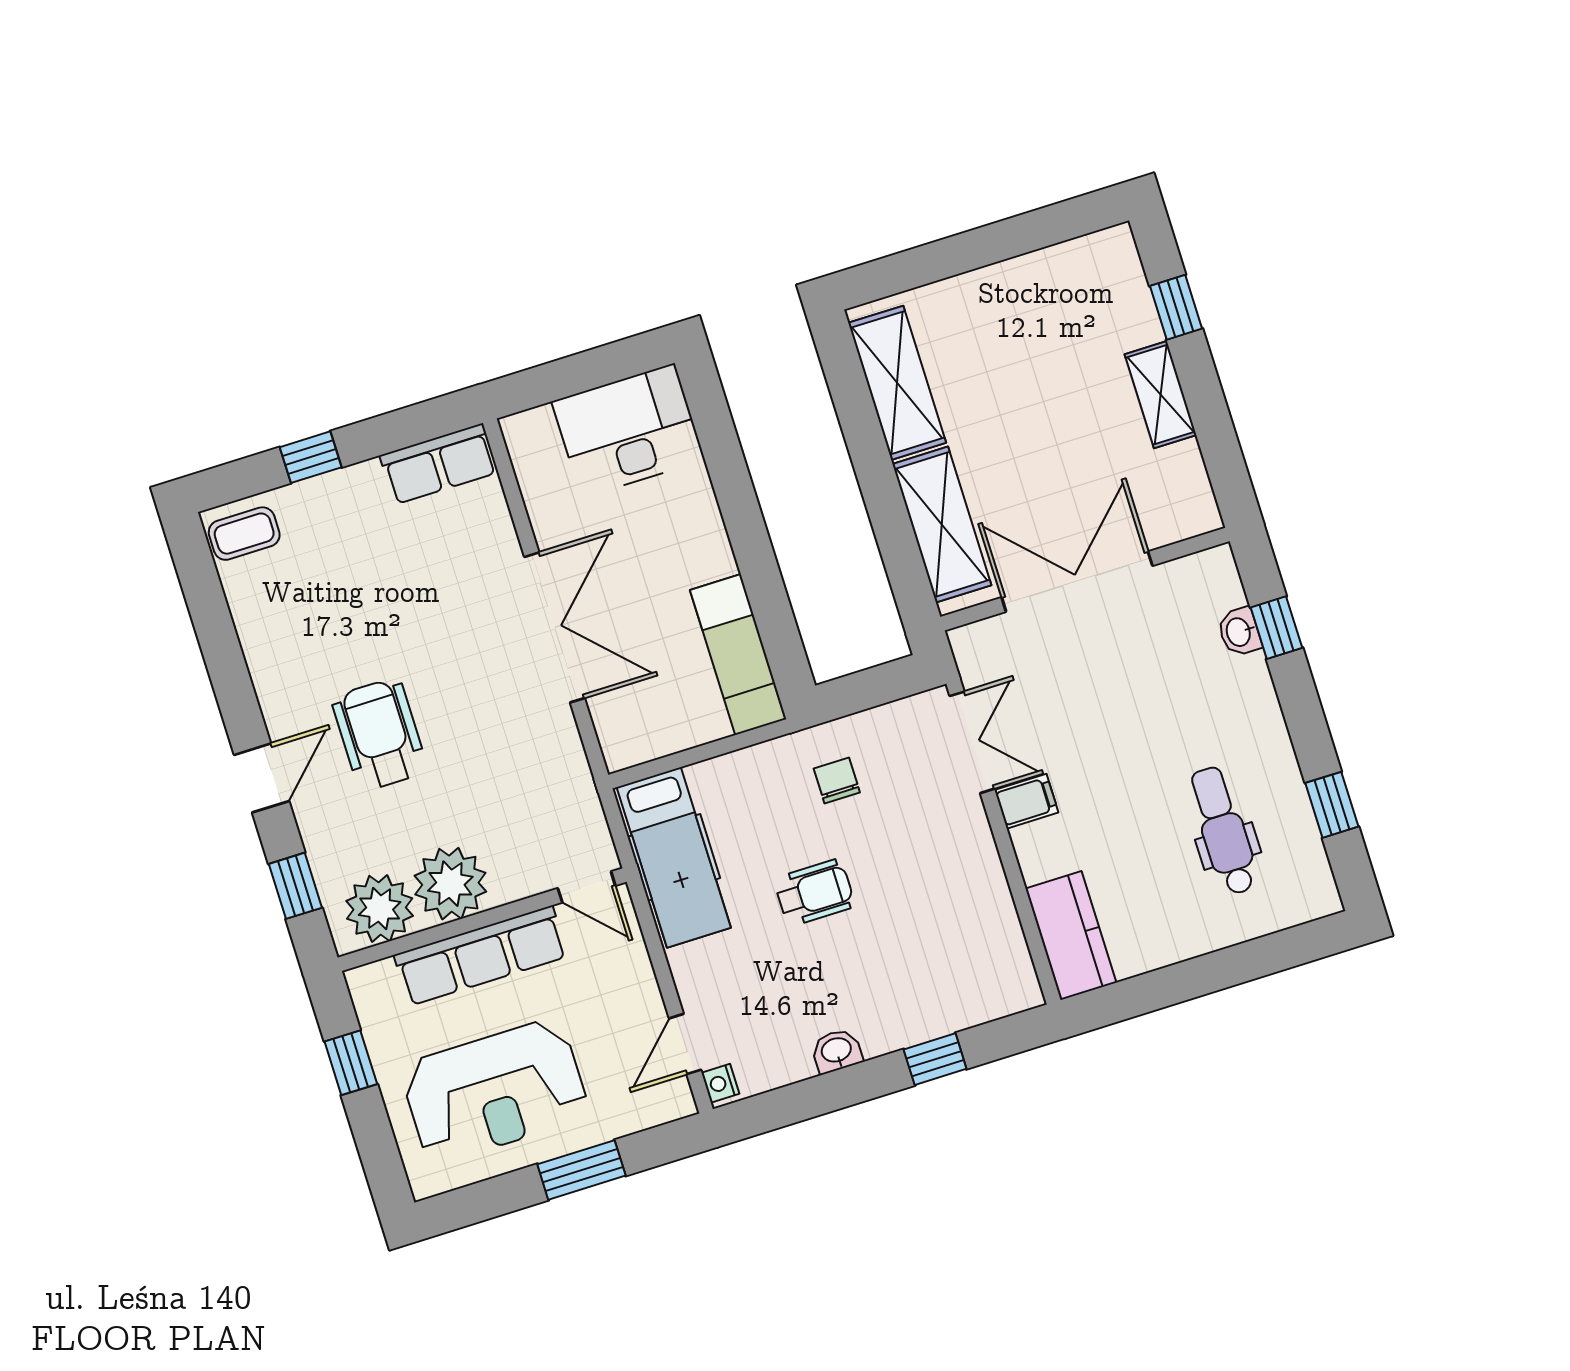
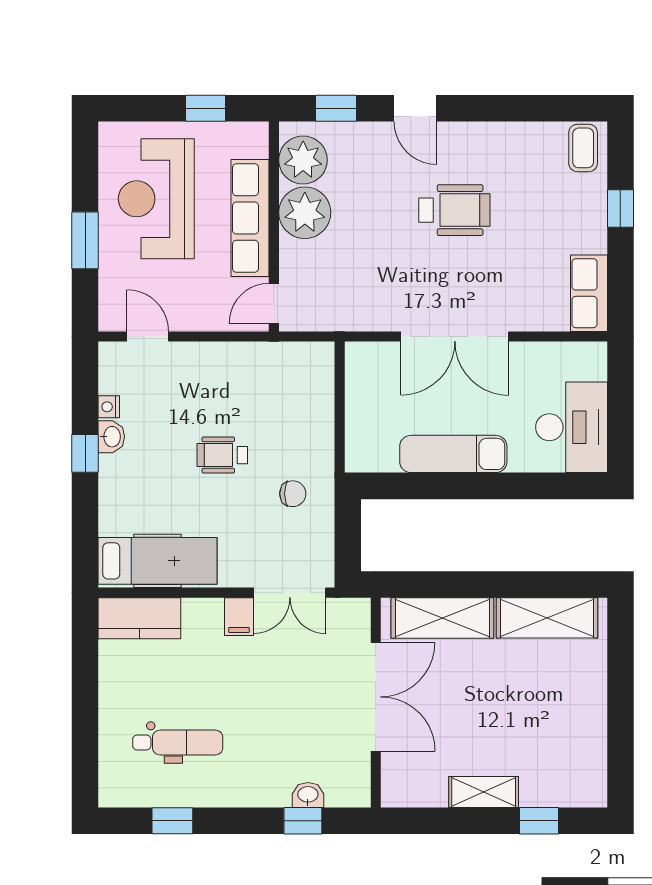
exam couch: (738, 654) -> (453, 454), moved
wheelchair: (379, 734) -> (454, 210), moved
hospital bed: (674, 857) -> (158, 561), moved, turned 180
wheelchair: (814, 893) -> (222, 455), turned 90
window: (935, 1059) -> (85, 453), moved
nightstand: (720, 1083) -> (109, 407), moved, turned -90

